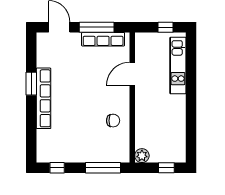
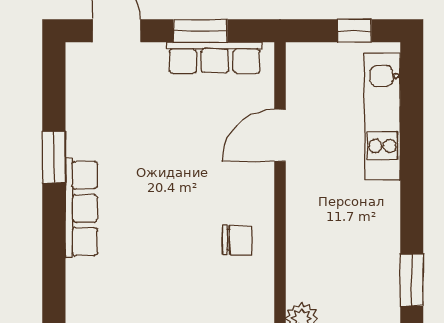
window: (97, 27) -> (200, 31), width x0.69
row of seats: (44, 98) -> (81, 208), width x0.73
window: (191, 139) -> (412, 280), added

